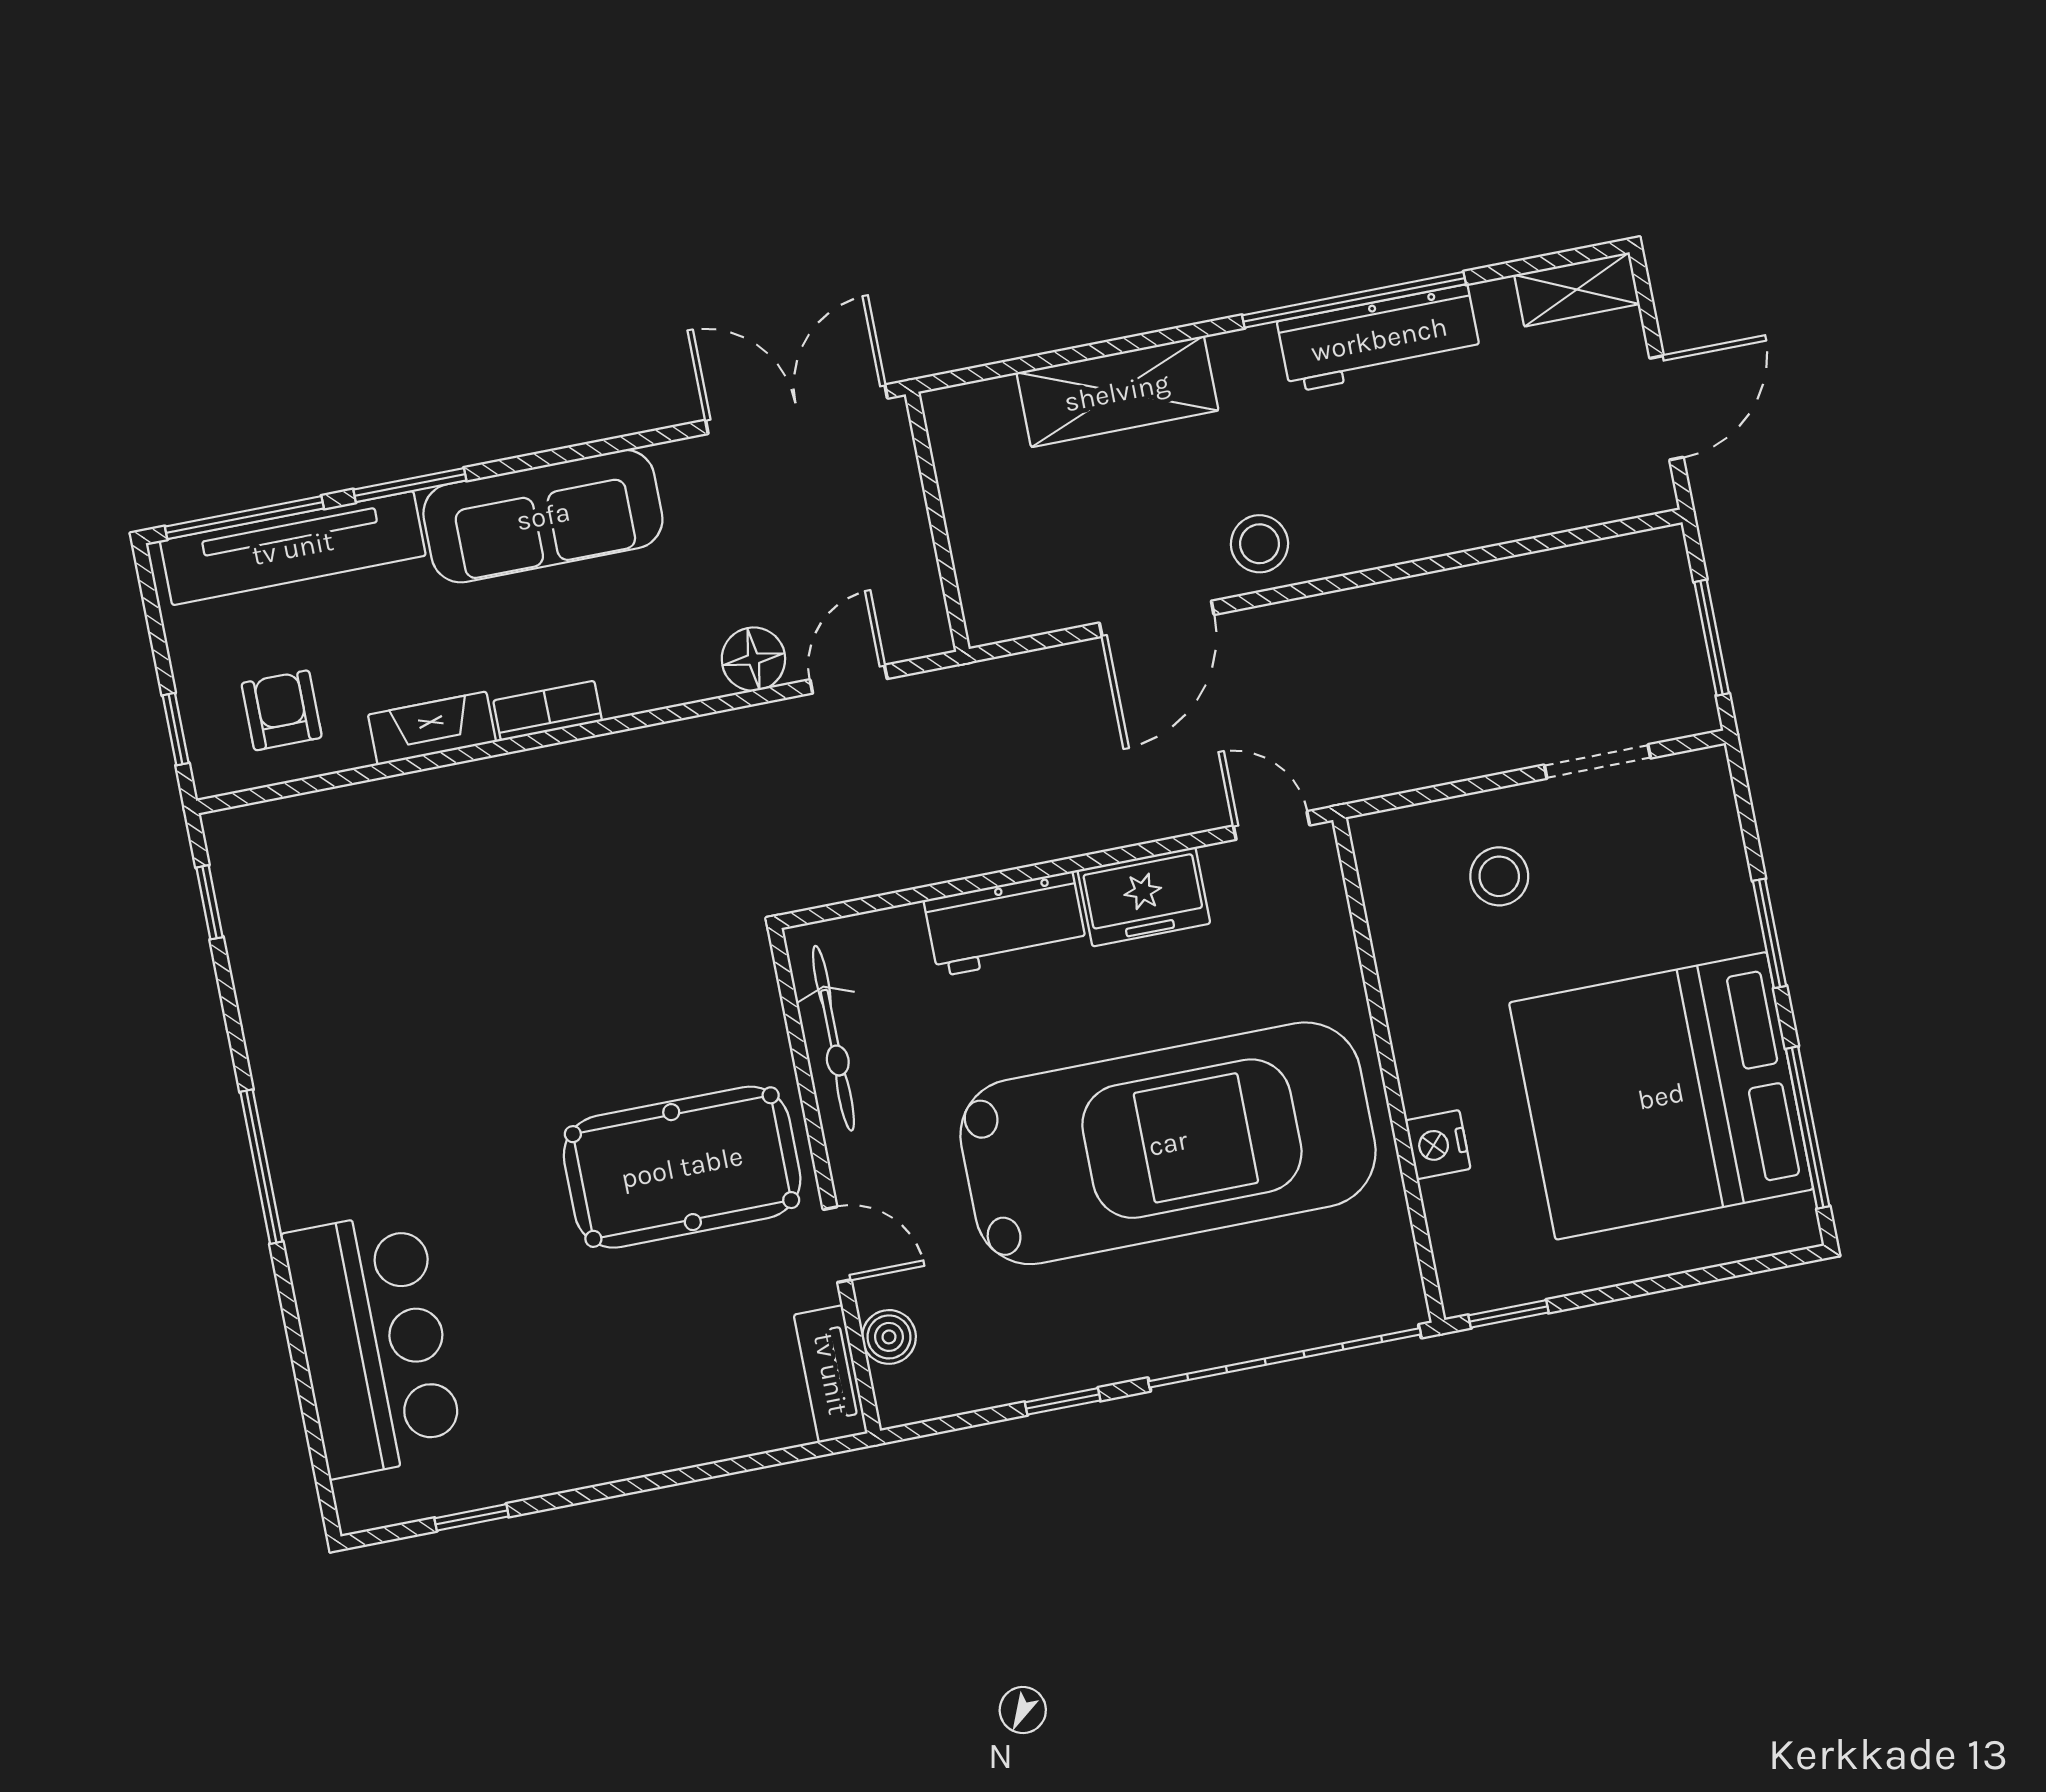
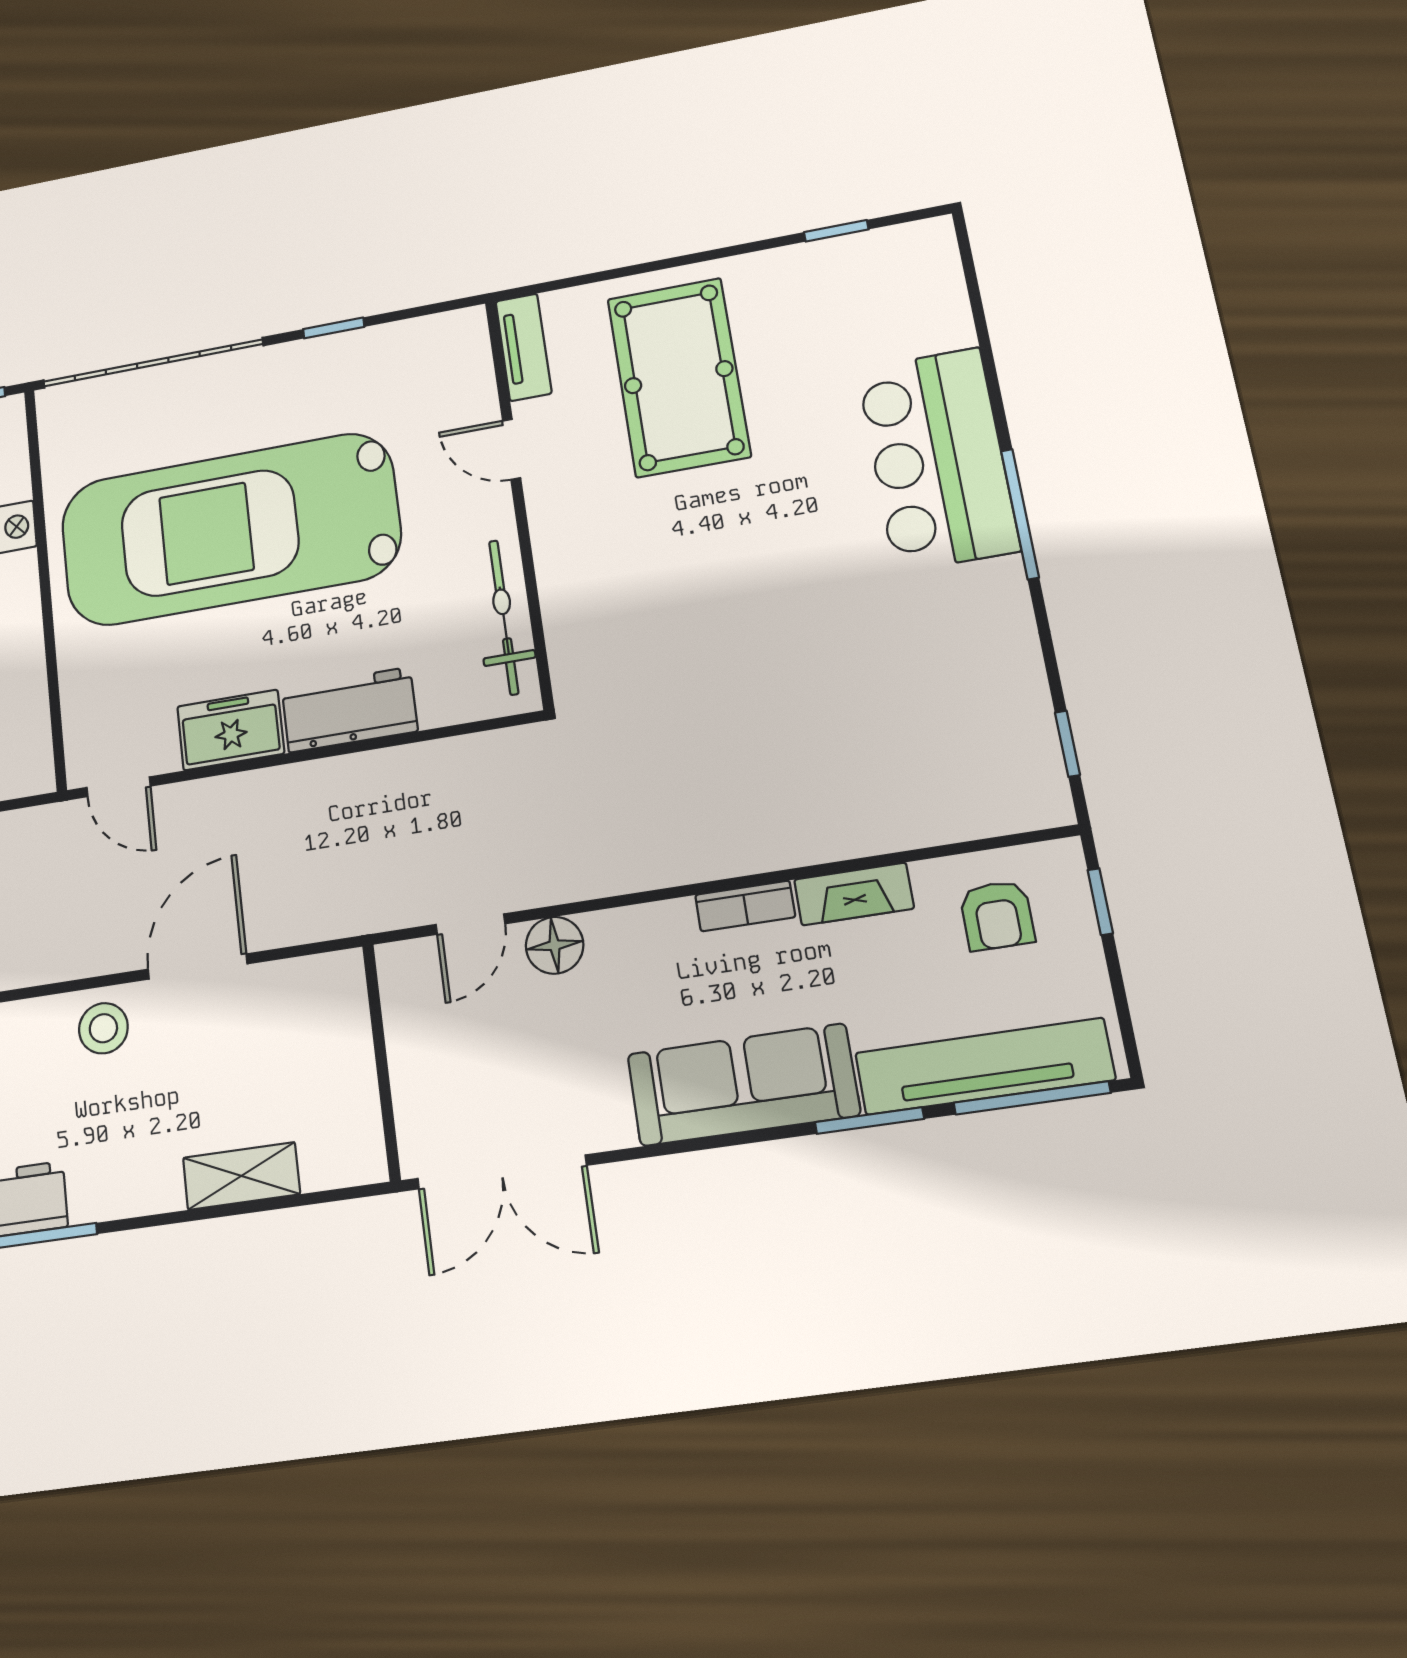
shelving: (1117, 392) -> (241, 1176), width x0.67, depth x0.75
pool table: (682, 1167) -> (679, 377), moved, turned 90
boiler: (889, 1337) -> (473, 377), removed
bar counter: (374, 1344) -> (938, 459), moved

